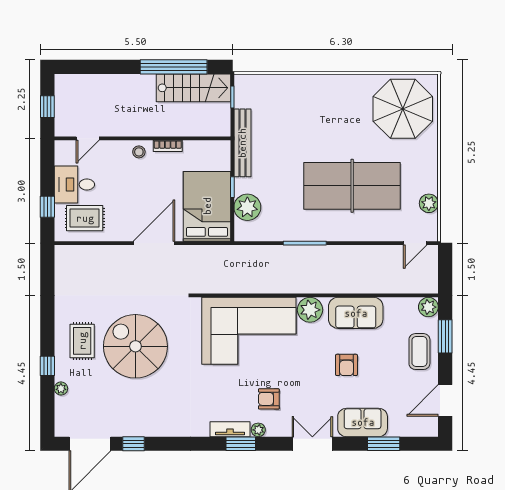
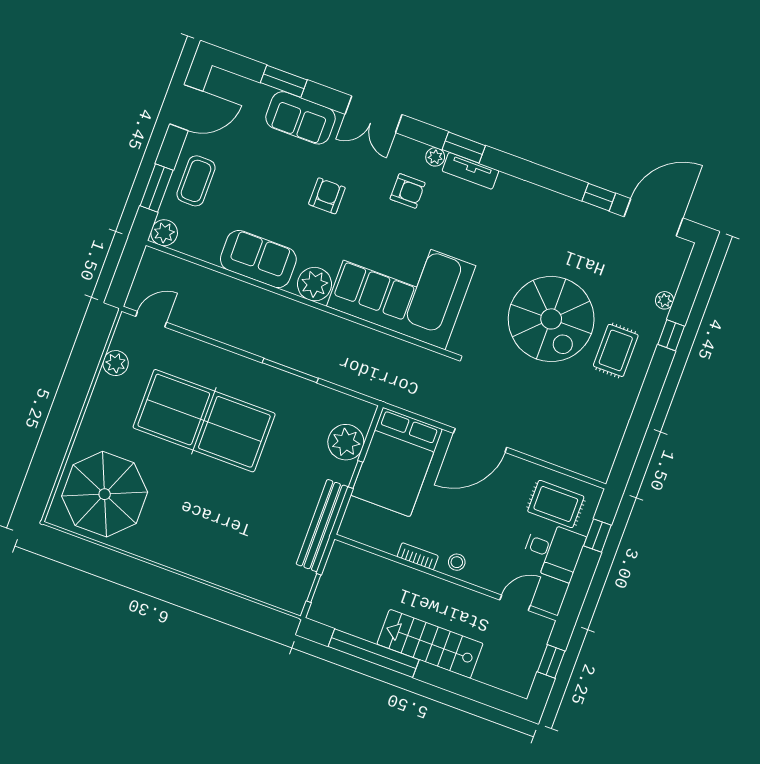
stairs: (193, 88) -> (430, 644), moved
armchair: (347, 365) -> (327, 196), moved

